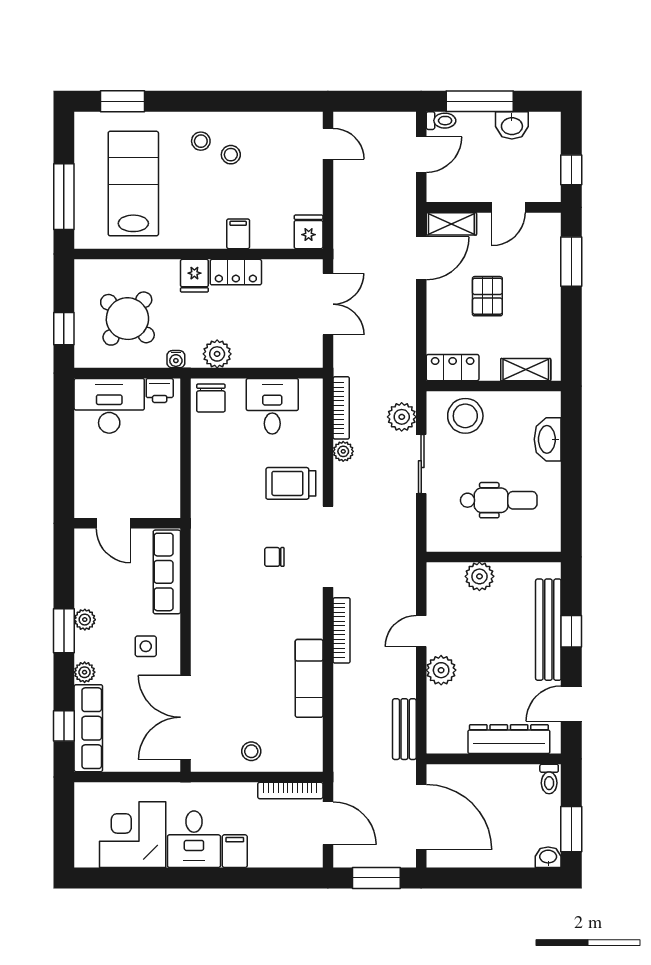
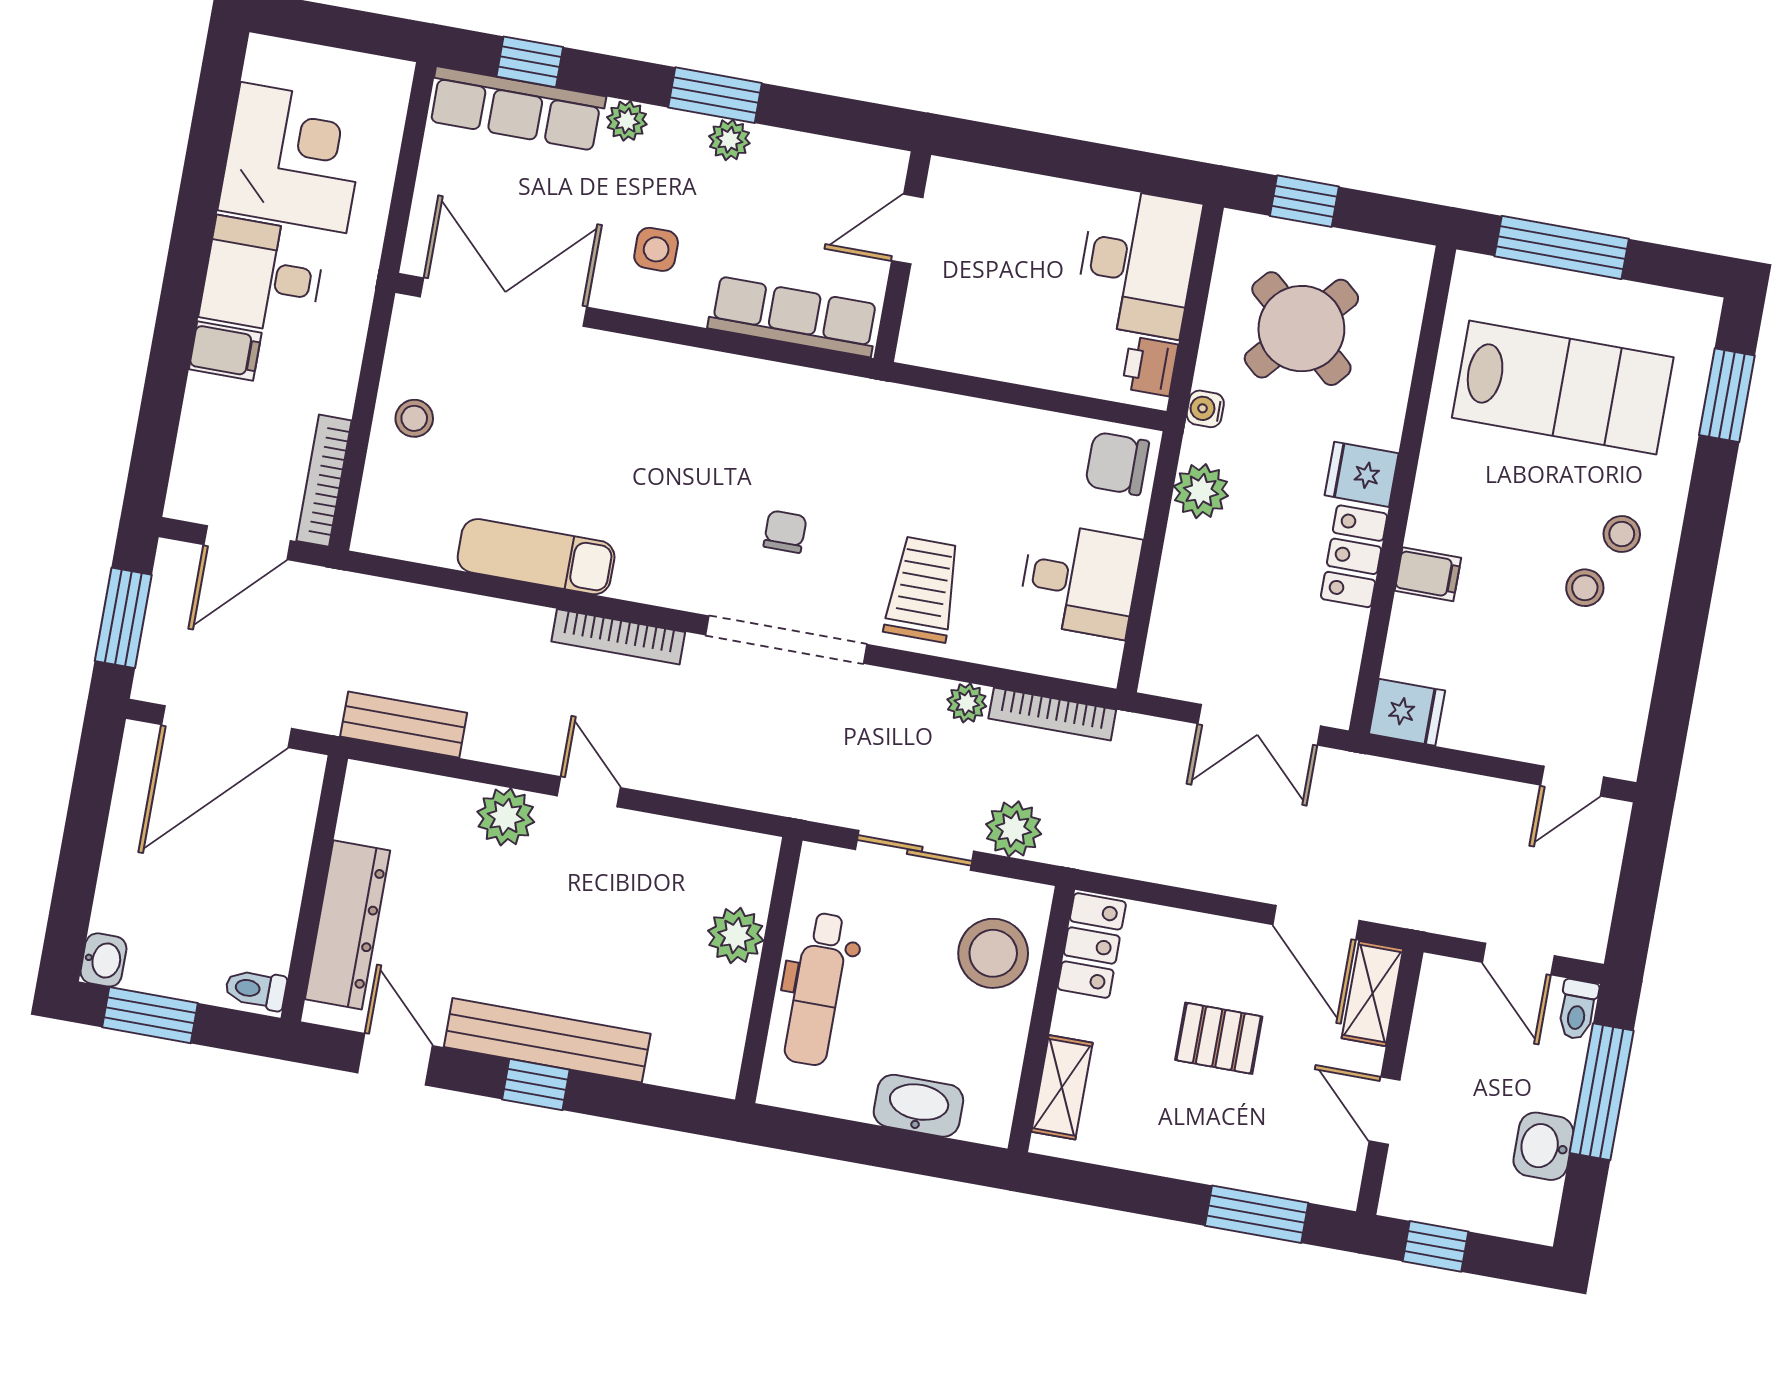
wall: (494, 557) -> (769, 970), moved
plant: (479, 576) -> (736, 936), moved

